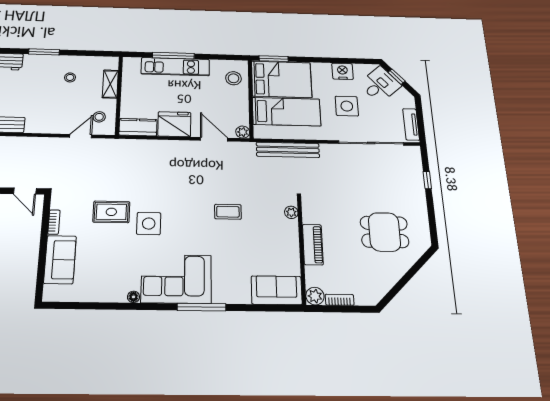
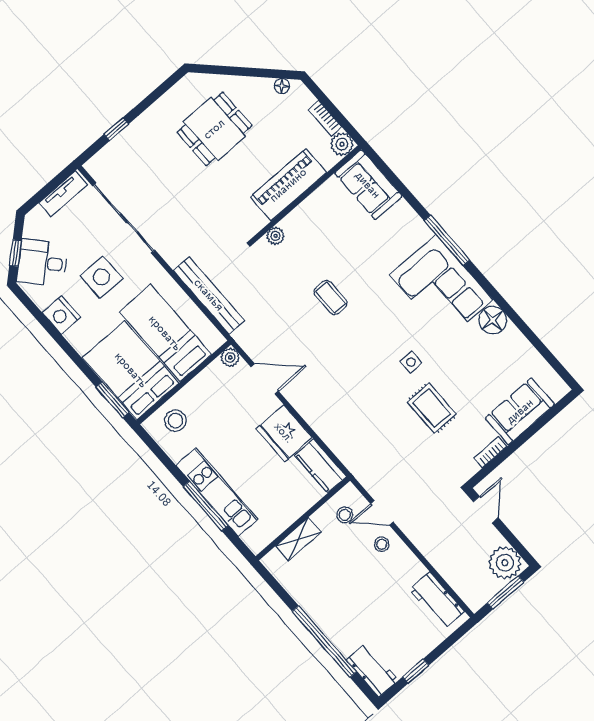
window: (44, 52) -> (324, 642), width x2.11
stool: (70, 77) -> (382, 544), moved
door: (214, 139) -> (265, 379), swing flipped
side table: (149, 224) -> (411, 362), width x0.54, depth x0.54
dining table: (384, 232) -> (214, 129), turned 90
piano: (313, 245) -> (288, 185), width x1.37, depth x1.33
floor lamp: (380, 292) -> (282, 86), added
floor lamp: (133, 297) -> (493, 320), width x1.89, depth x1.89

